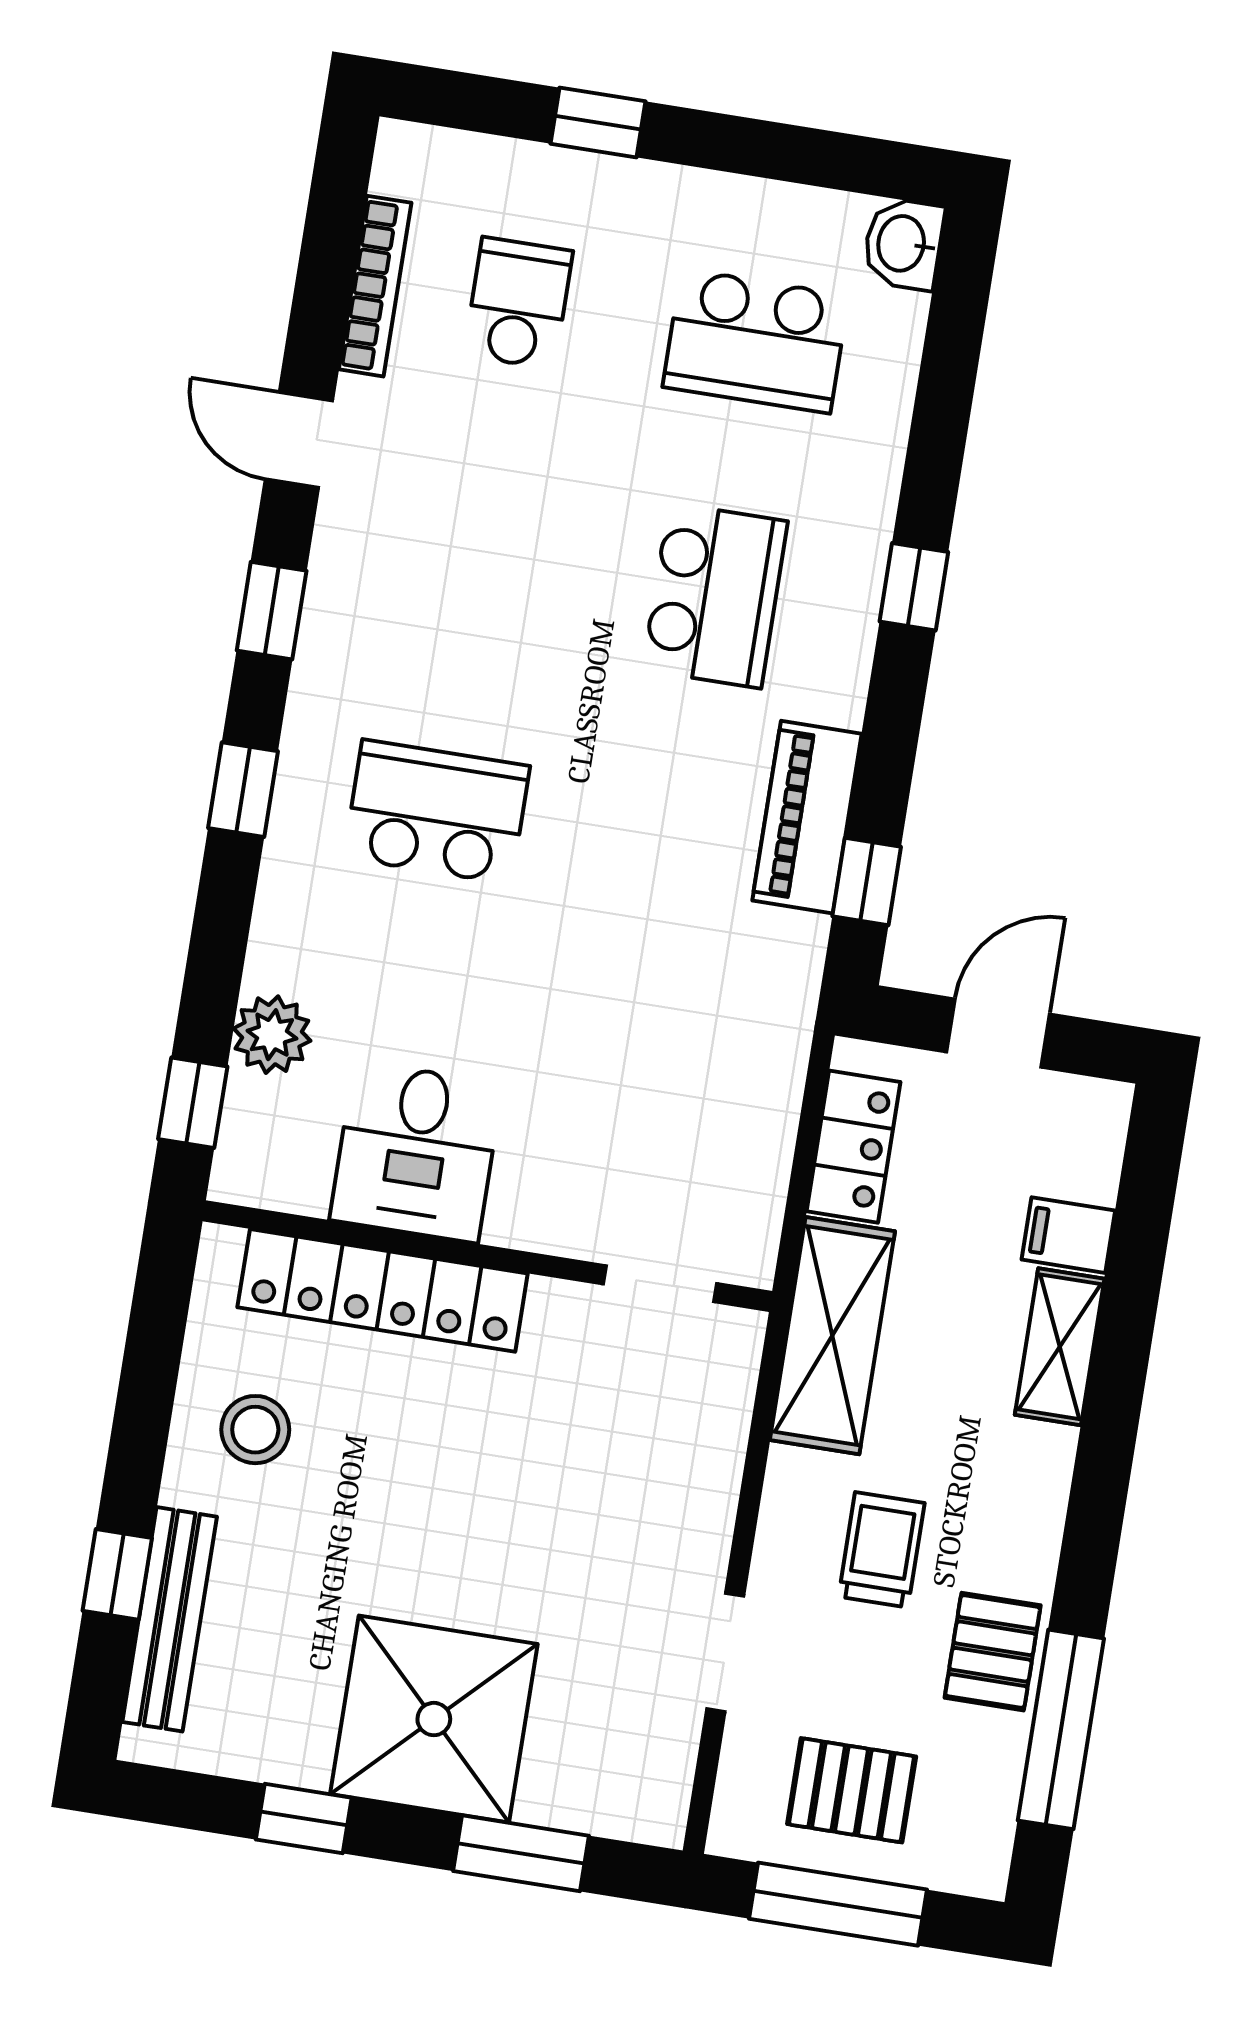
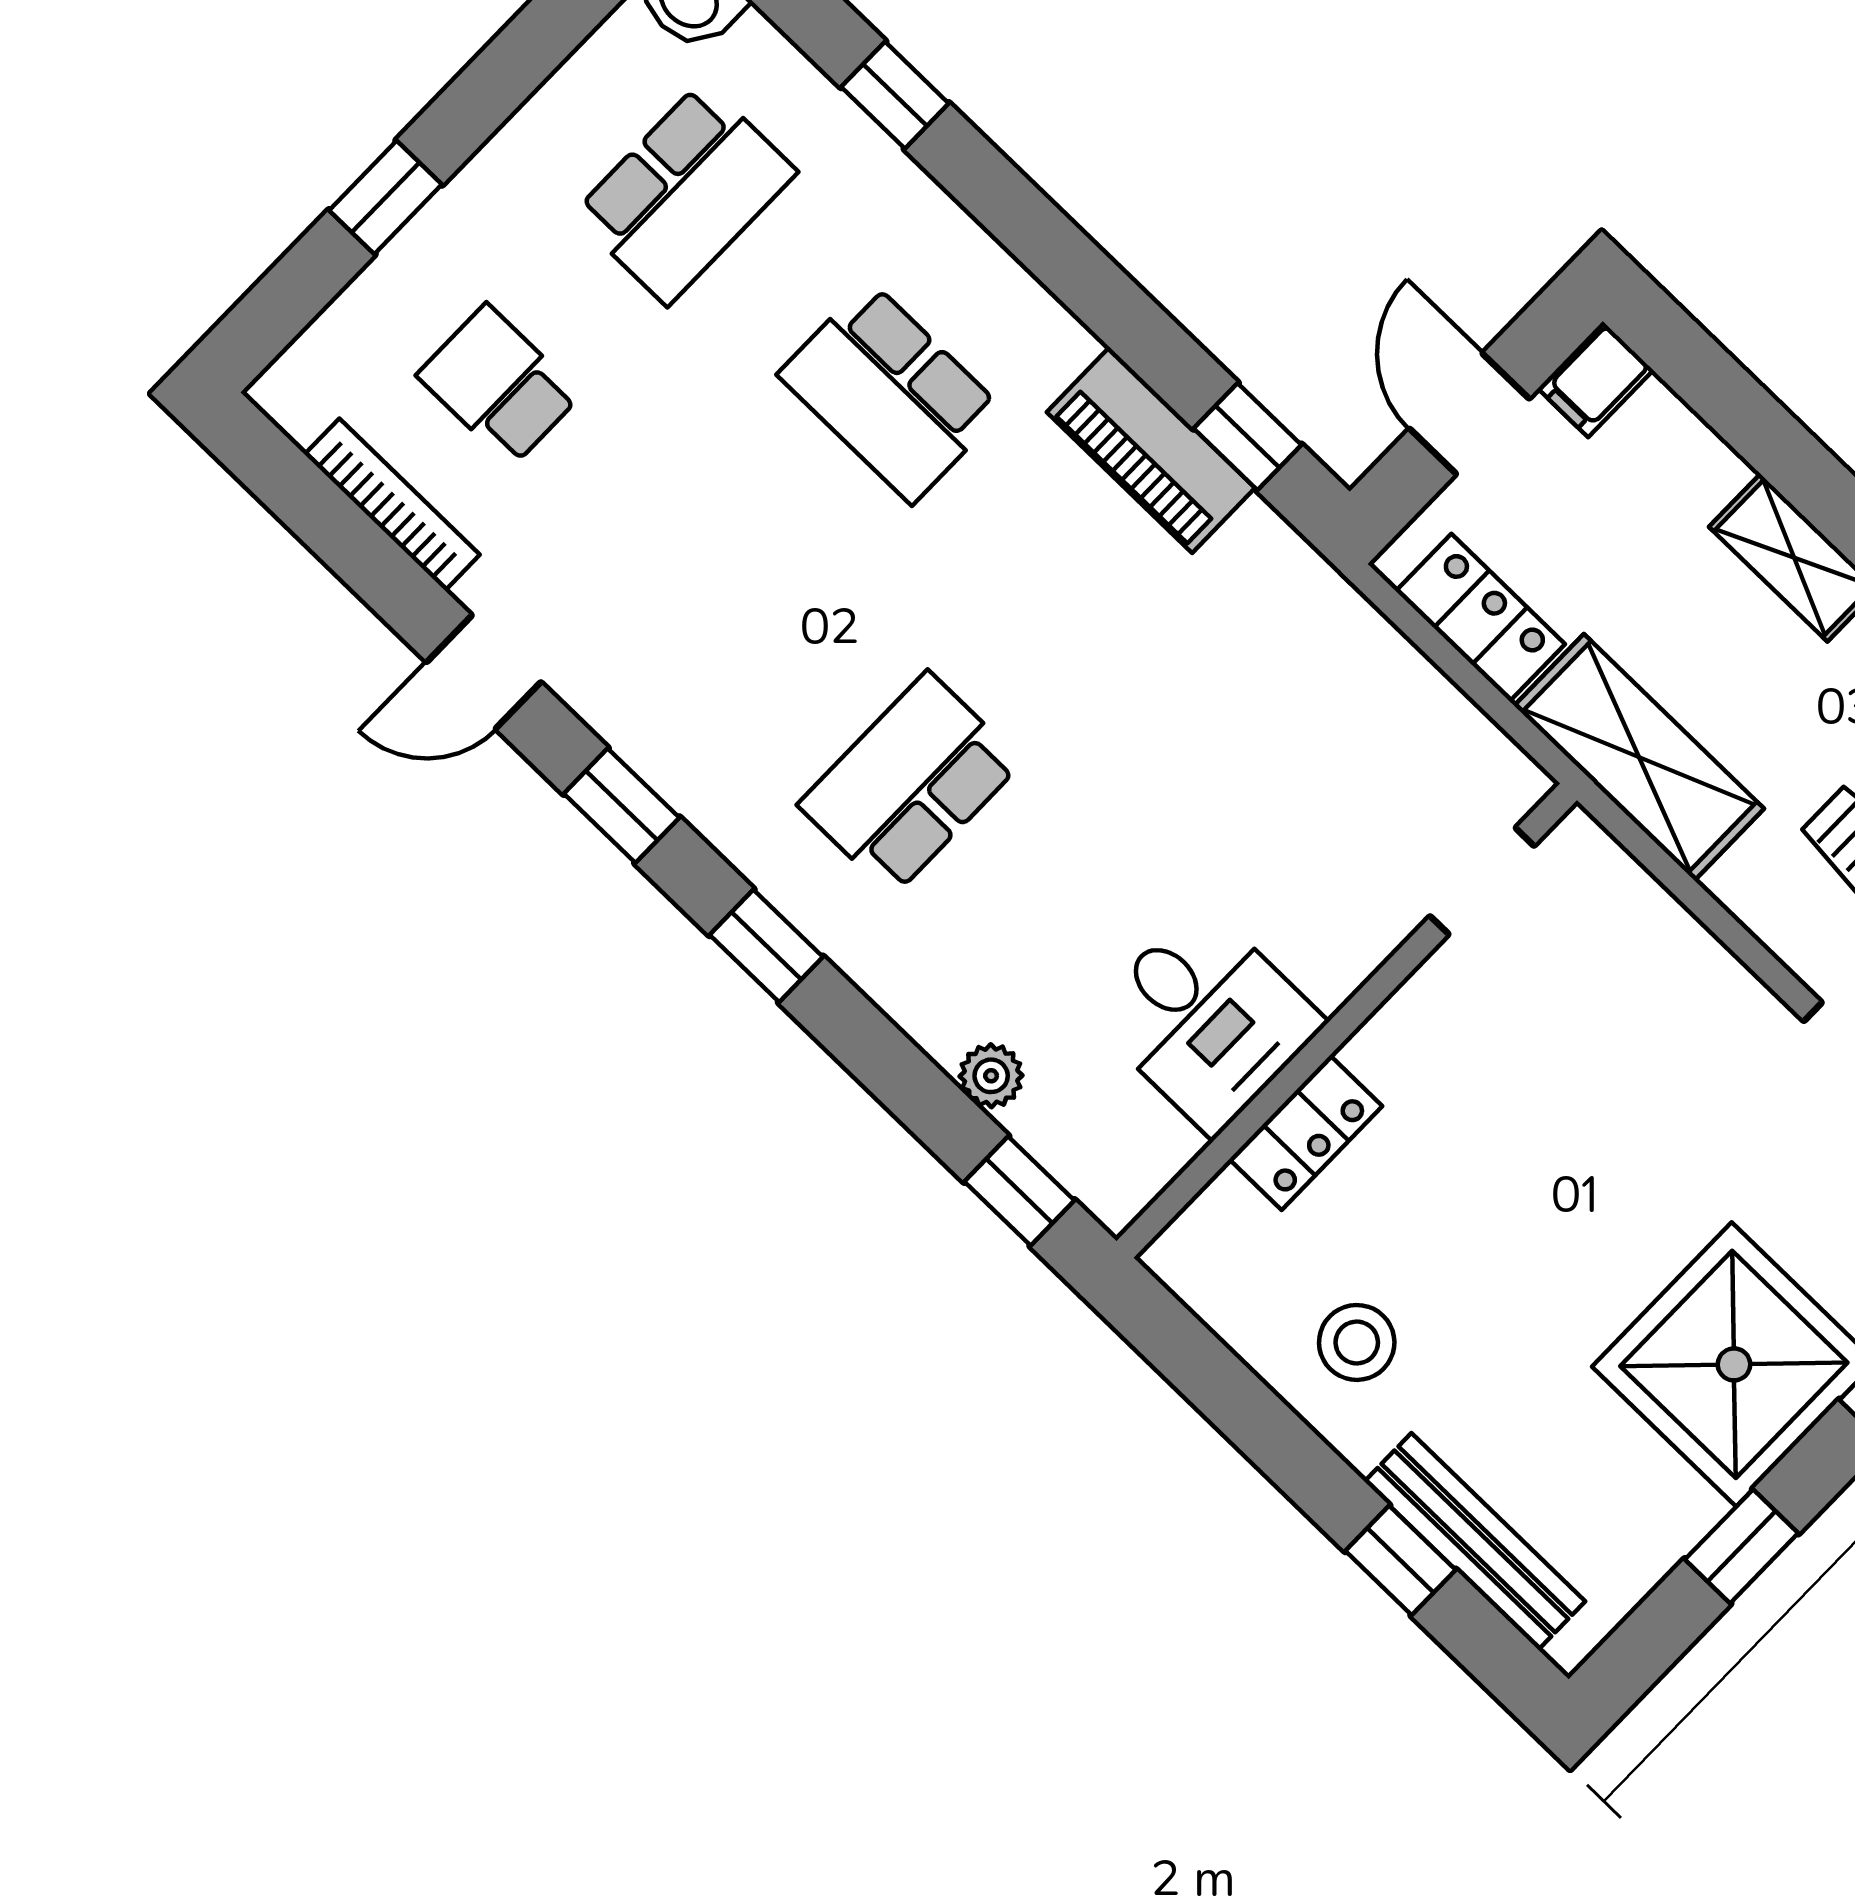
window: (914, 587) -> (895, 95), moved
school desk: (715, 595) -> (891, 392), turned 180
plant: (272, 1035) -> (991, 1076), width x0.73, depth x0.73
filing cabinet: (1068, 1235) -> (1596, 379), moved
locker: (383, 1290) -> (1306, 1133), width x0.46, depth x0.83

